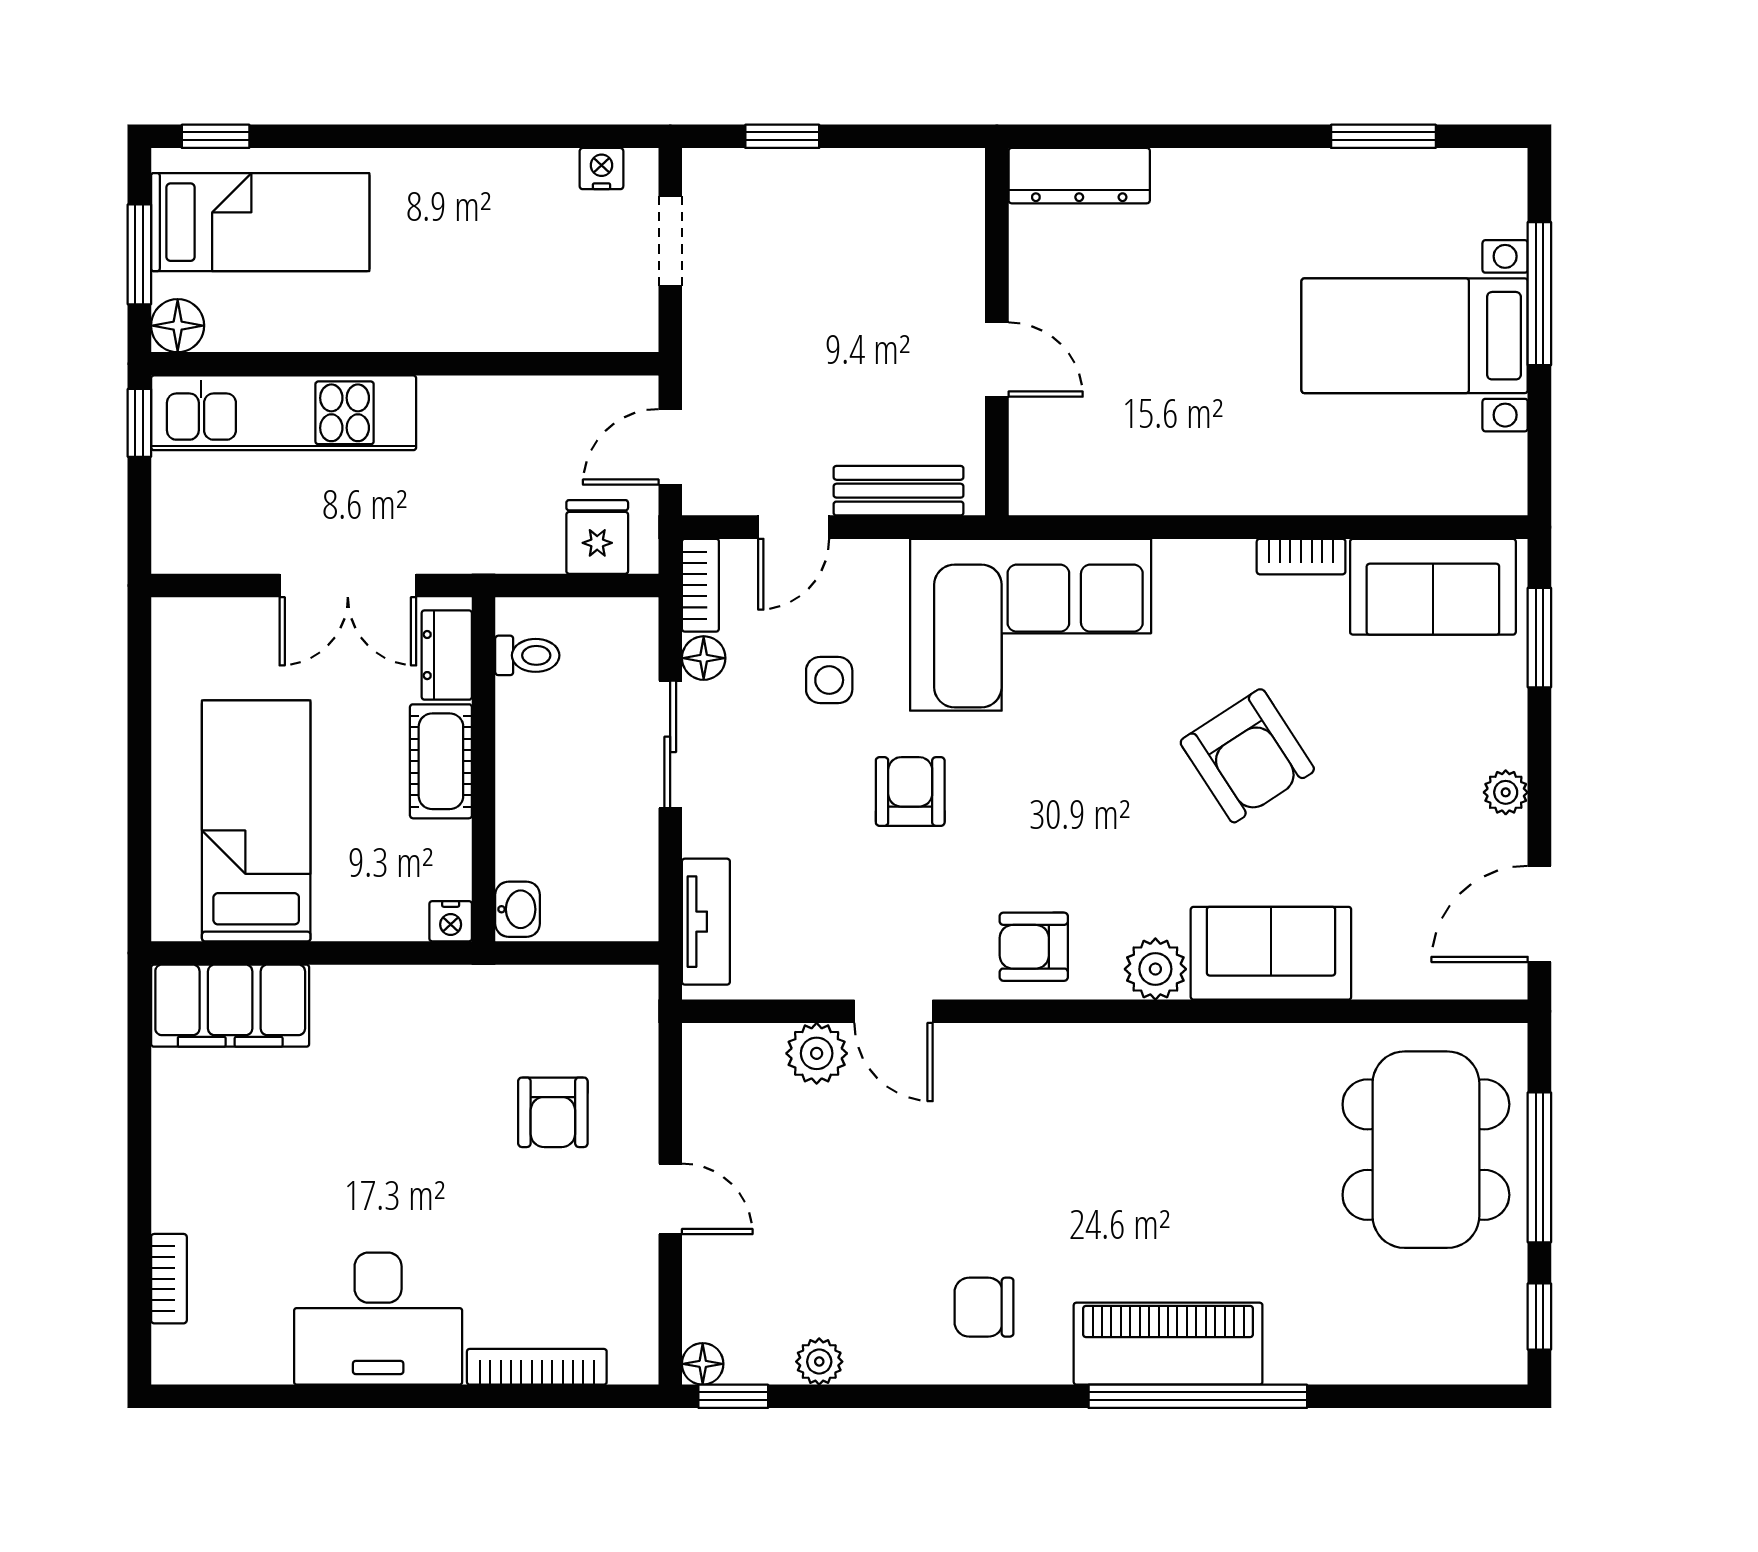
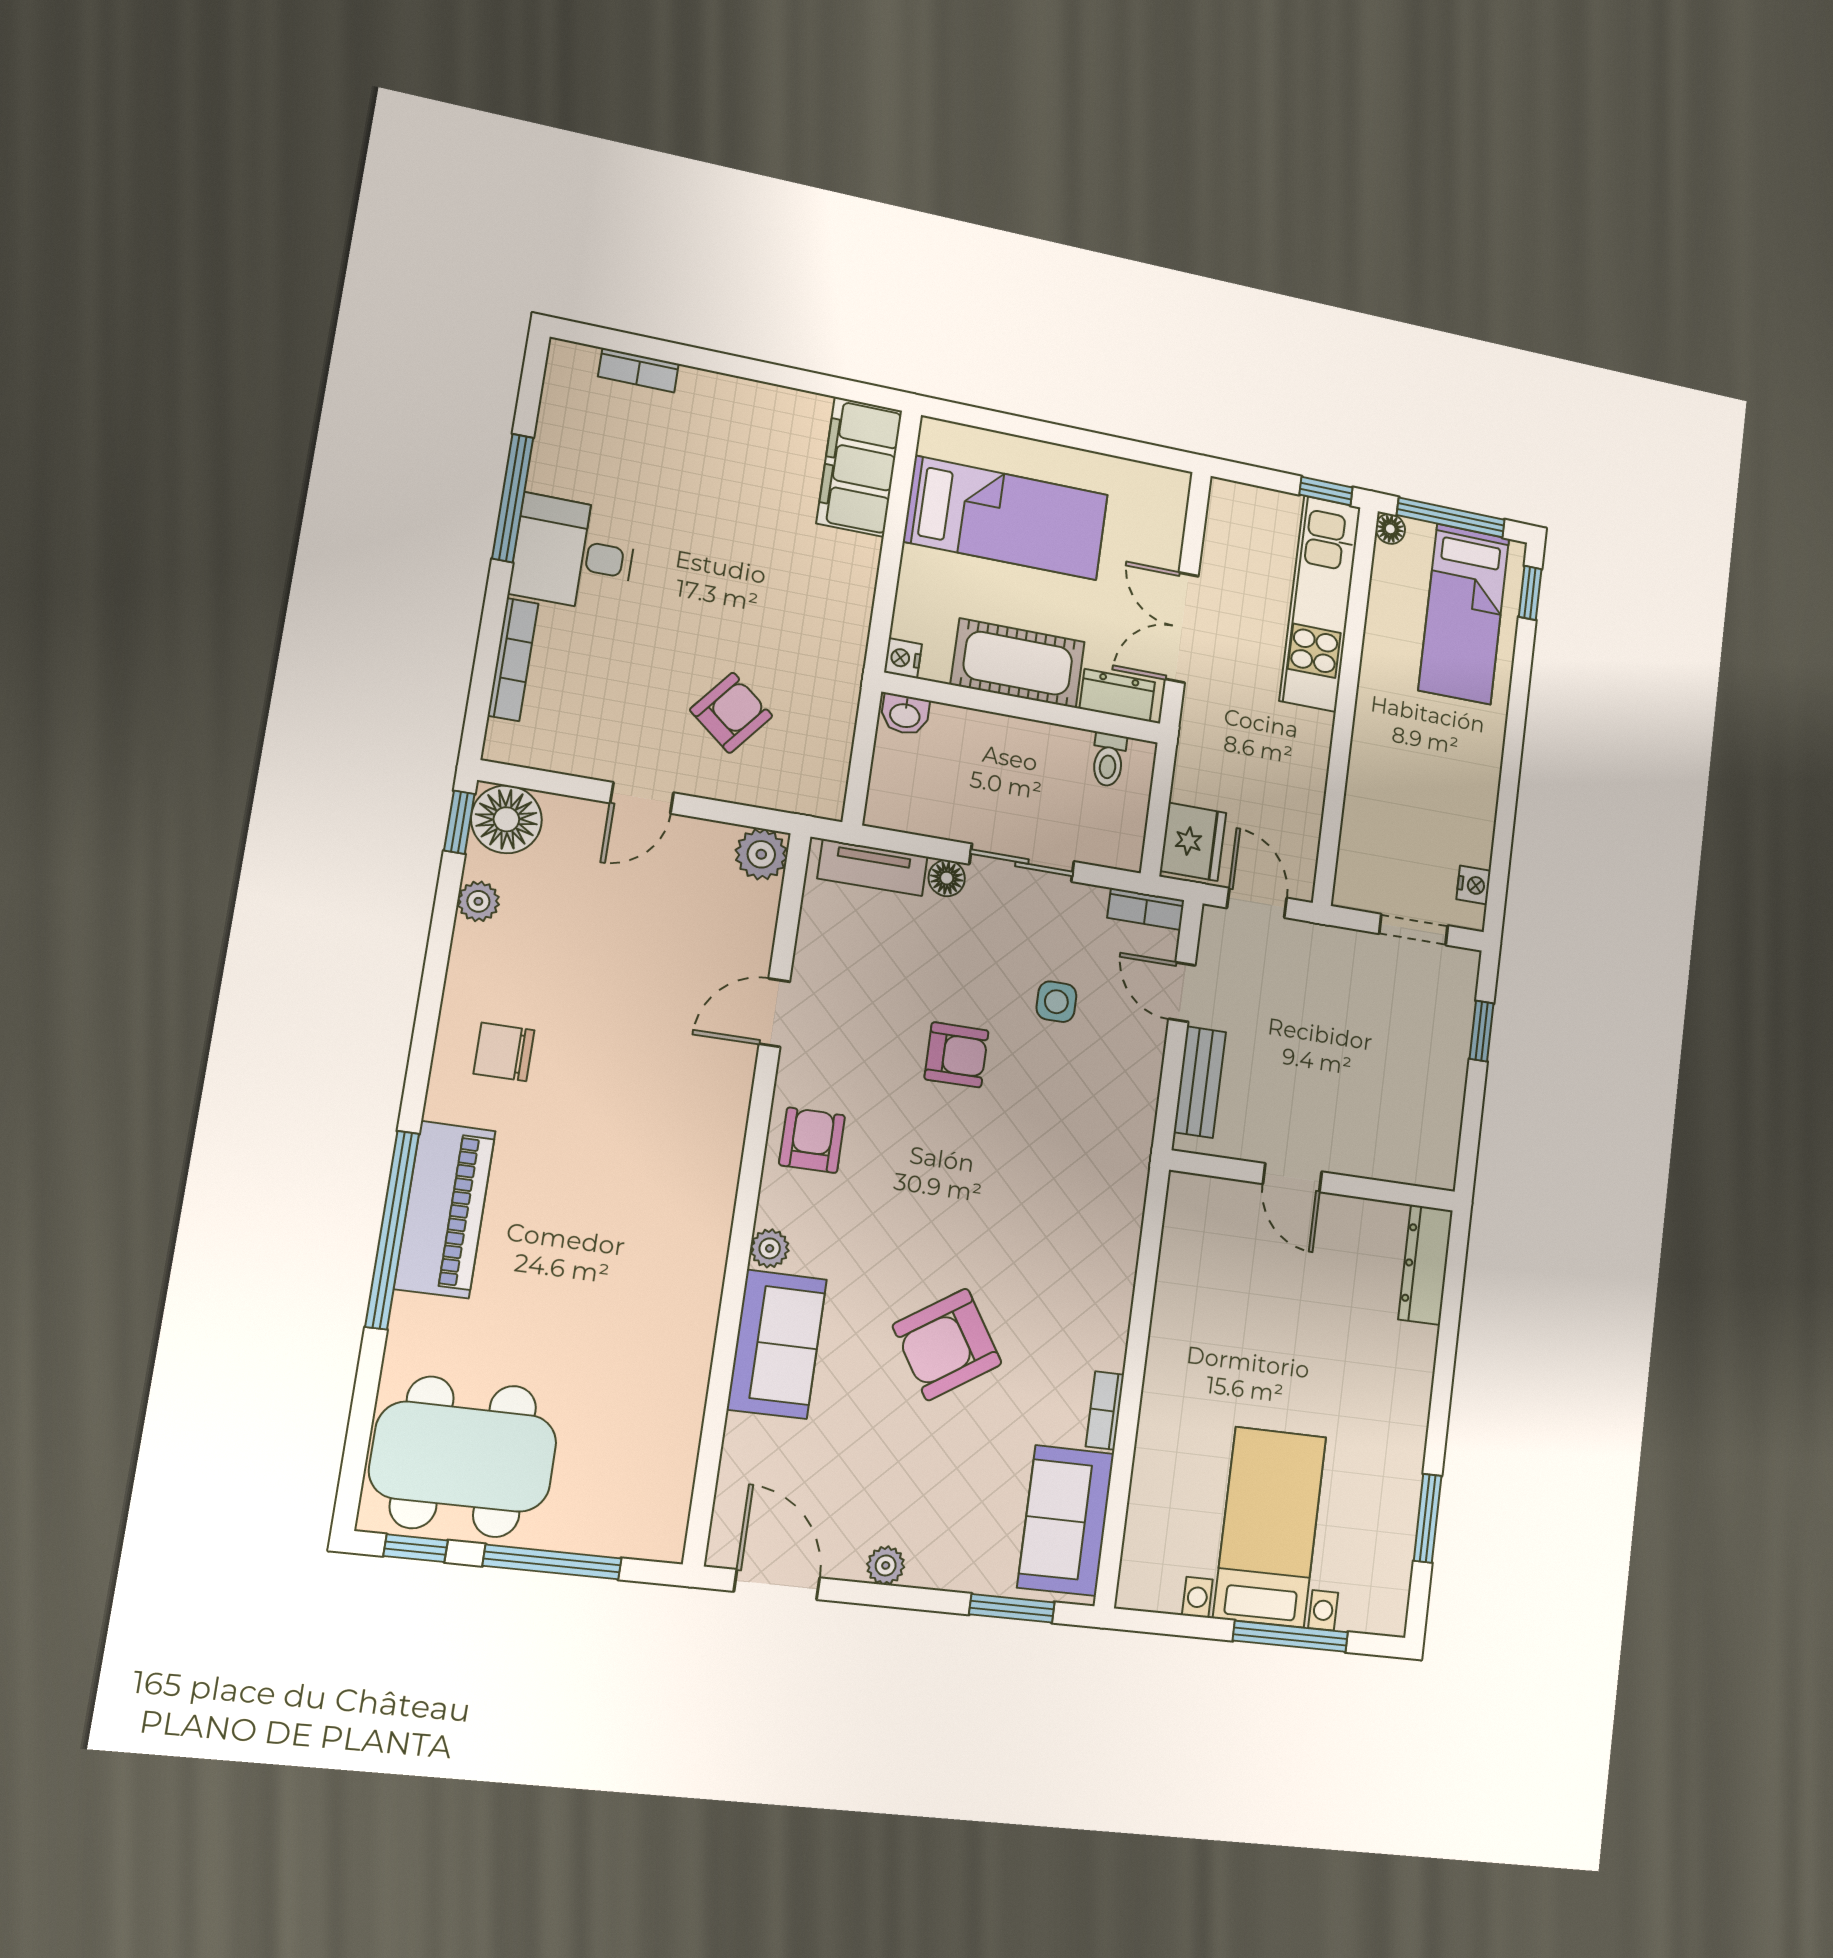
window: (139, 254) -> (1451, 517), width x1.44
floor lamp: (178, 326) -> (1390, 529), width x0.73, depth x0.73
door: (997, 360) -> (1292, 1178), hinge flipped
fridge: (597, 537) -> (1193, 842), width x1.38
corner sofa: (1031, 625) -> (1079, 1175), removed
floor lamp: (704, 658) -> (947, 878), moved
cot: (441, 761) -> (1018, 663), width x1.37, depth x1.34
plant: (1155, 969) -> (770, 1248), width x0.73, depth x0.73
plant: (817, 1053) -> (761, 854), moved
armchair: (553, 1112) -> (731, 713), turned 129
dining table: (1426, 1150) -> (463, 1457), moved
chair: (984, 1307) -> (504, 1052), turned -90
desk: (378, 1319) -> (574, 554), width x0.73
floor lamp: (703, 1364) -> (506, 819), width x1.89, depth x1.89
window: (350, 1396) -> (513, 498), added

